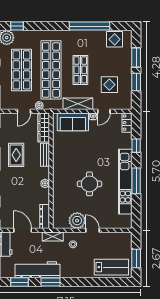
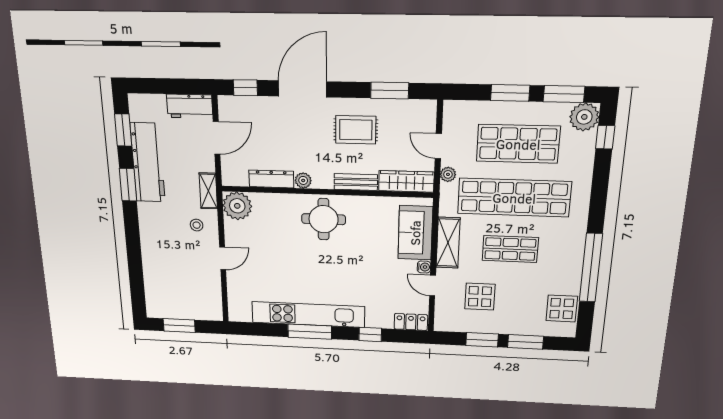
round table: (89, 184) -> (324, 219), moved
dresser: (45, 217) -> (271, 179), moved
plant: (77, 221) -> (237, 206), moved
lab bench: (111, 267) -> (162, 286), removed

